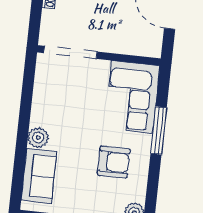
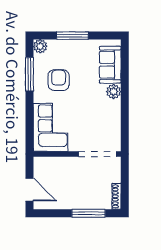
window: (159, 130) -> (29, 74), moved
armchair: (114, 162) -> (59, 80), turned 90

